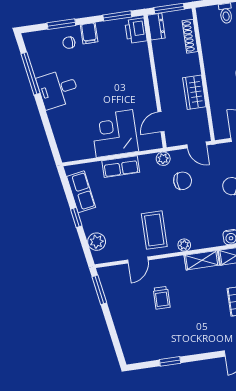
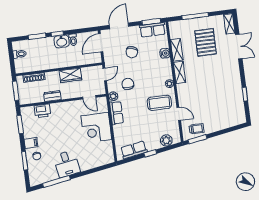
dresser: (156, 27) -> (52, 96), moved
printer: (136, 31) -> (42, 111), moved
row of seats: (121, 167) -> (116, 113), moved
trolley: (162, 298) -> (197, 129), moved

